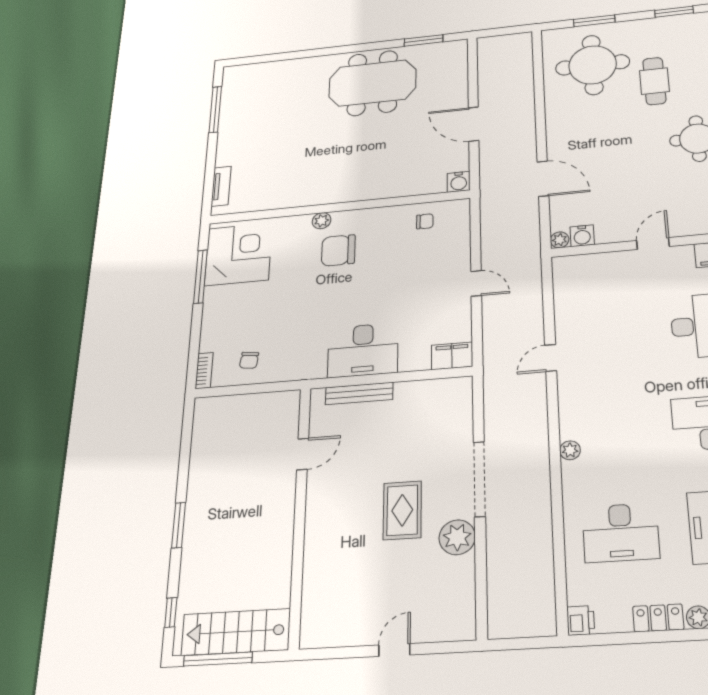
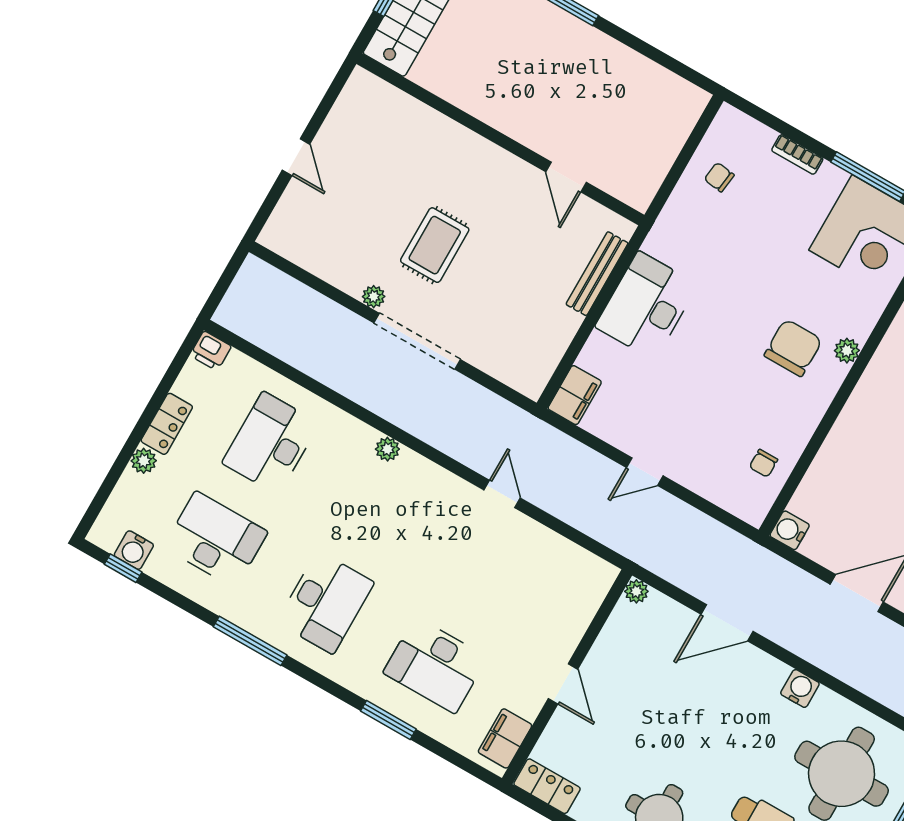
water cooler: (582, 236) -> (800, 688), moved, turned 90
bookcase: (204, 371) -> (797, 154), moved
rug: (402, 510) -> (435, 245), turned 90
plant: (457, 537) -> (374, 297), width x0.53, depth x0.53

